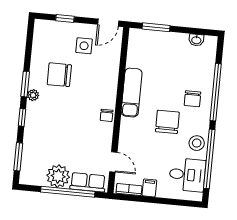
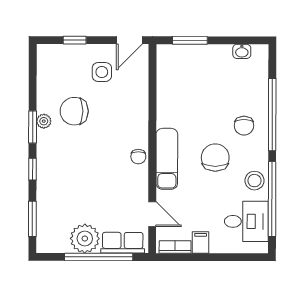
exam couch: (132, 93) -> (167, 159), moved
plant: (33, 95) -> (44, 121), moved

